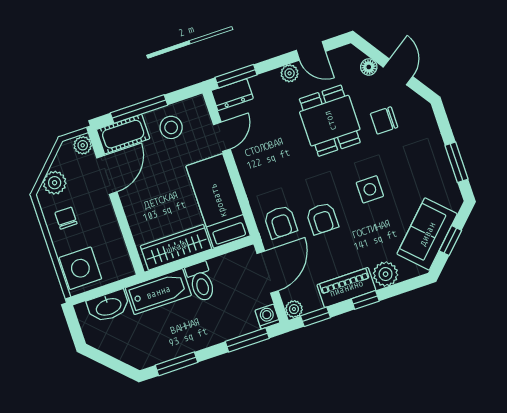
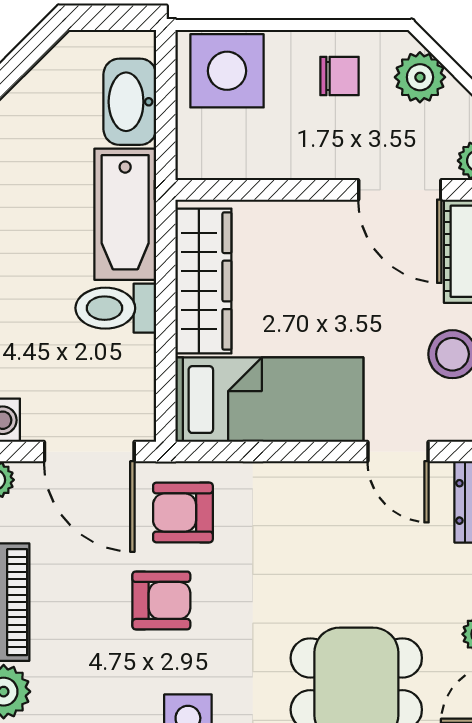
armchair: (322, 218) -> (161, 600), turned 180

